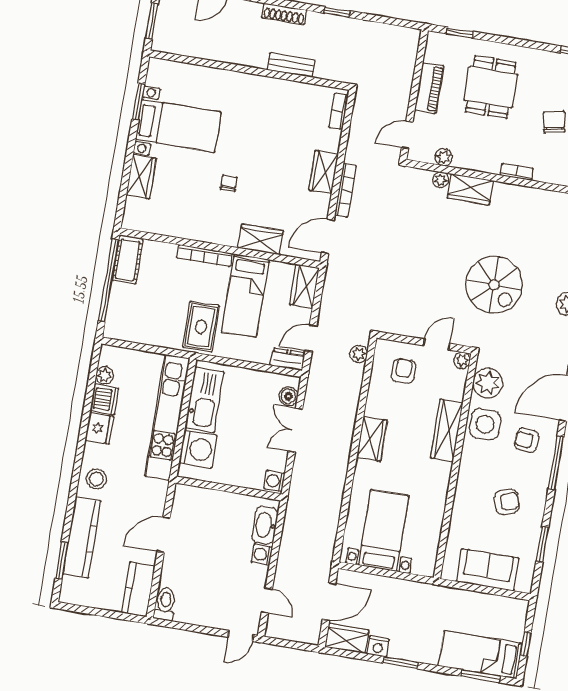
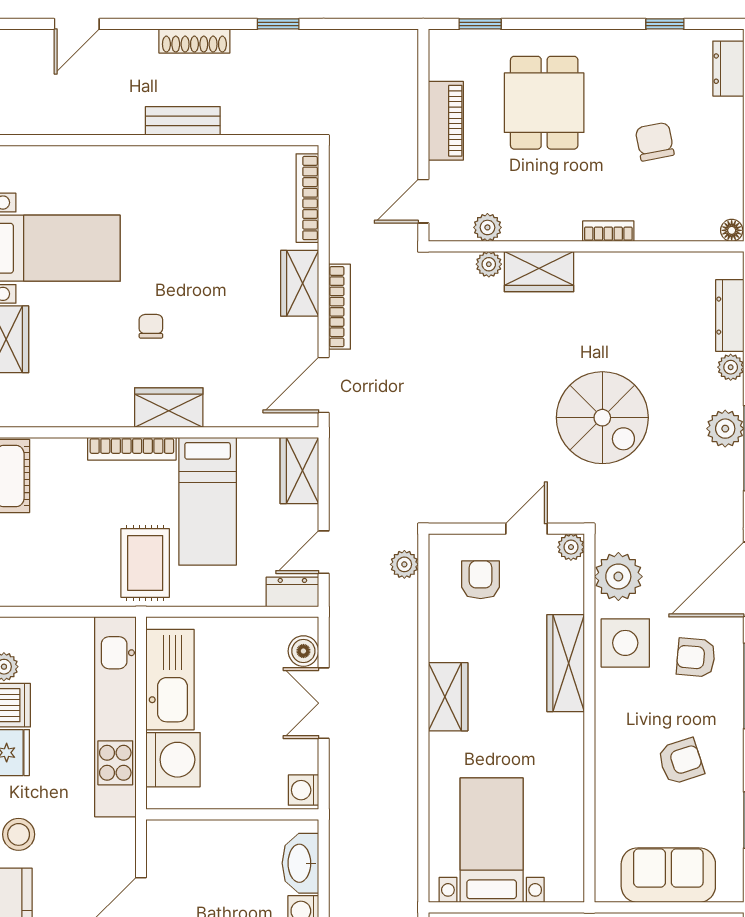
bench: (291, 65) -> (183, 121), moved
bookcase: (339, 111) -> (307, 198), width x1.56
wardrobe: (261, 239) -> (169, 408), moved

